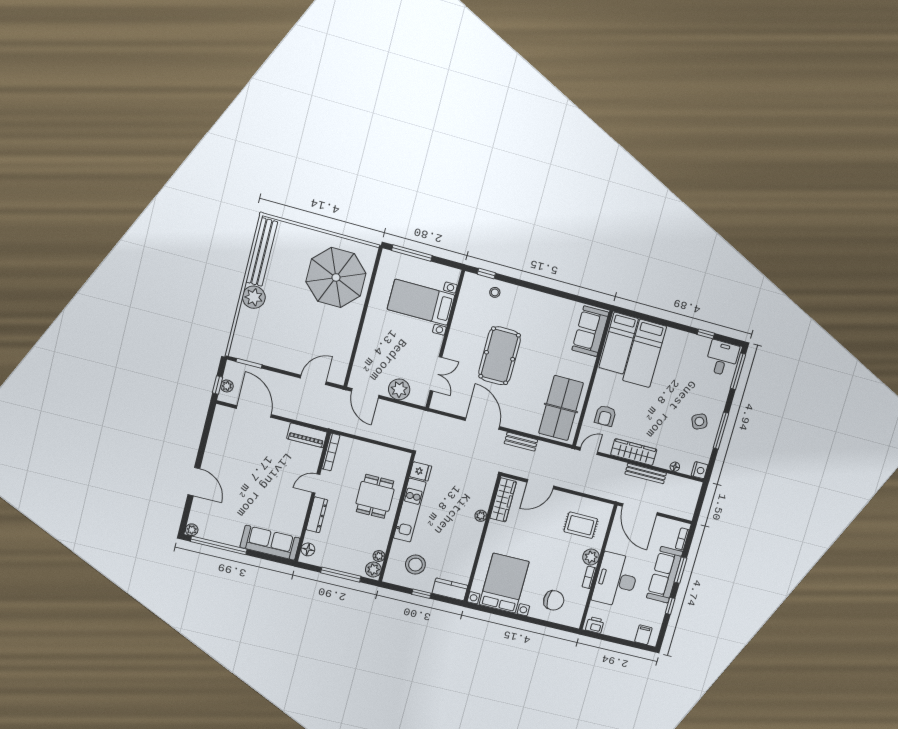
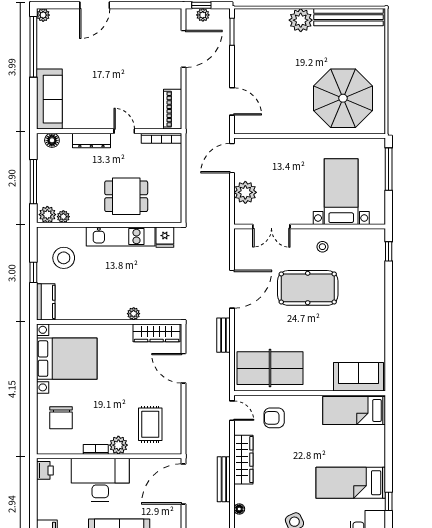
stool: (495, 292) -> (322, 247), moved
bed: (645, 353) -> (351, 483), moved

